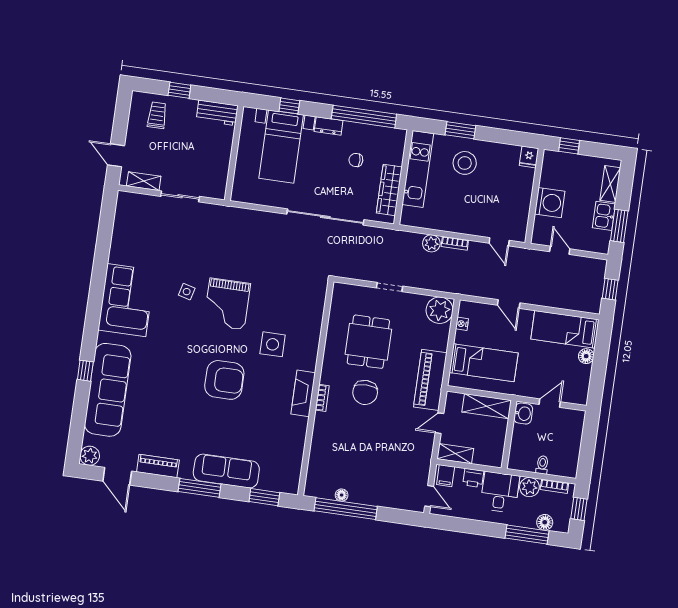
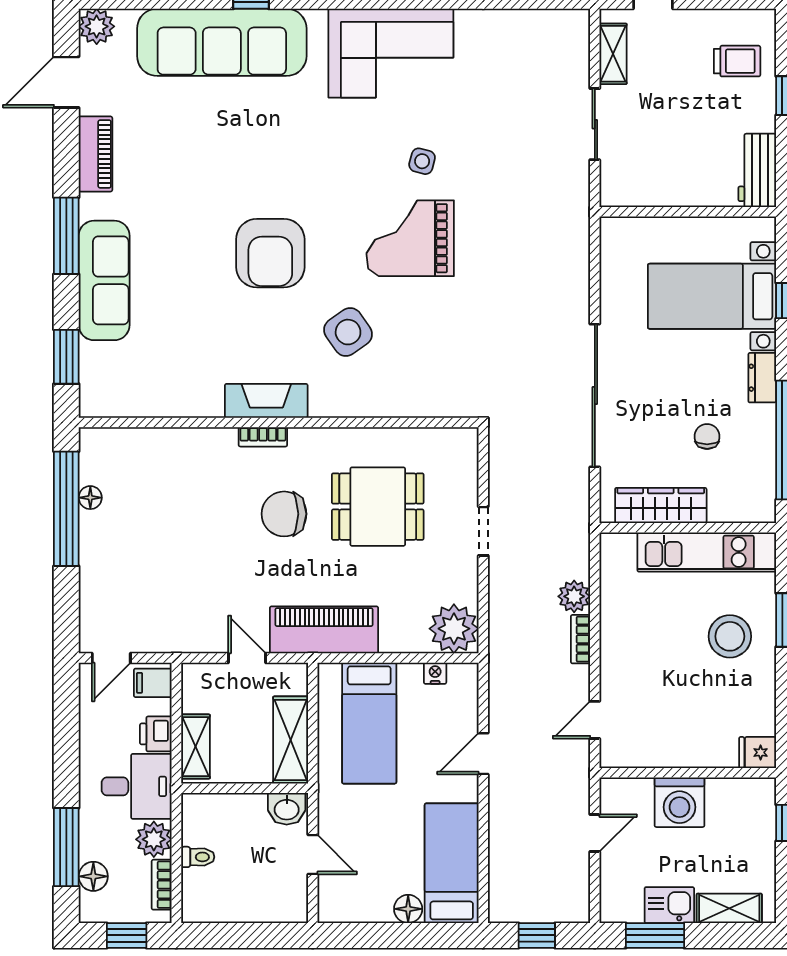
side table: (273, 344) -> (348, 332), turned -35
shelving: (455, 454) -> (195, 747), moved

